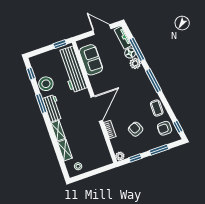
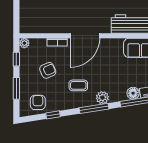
plant: (135, 63) -> (102, 98), moved
coffee table: (157, 108) -> (78, 85), moved
door: (97, 109) -> (85, 36), hinge flipped
window: (178, 127) -> (53, 115), moved

